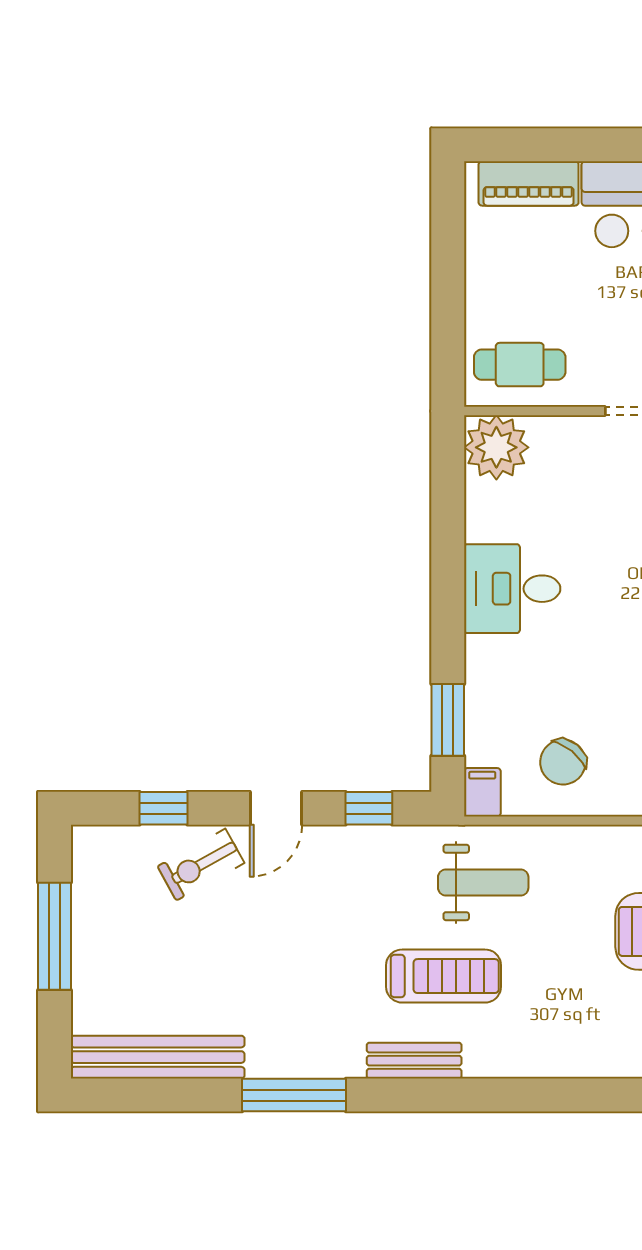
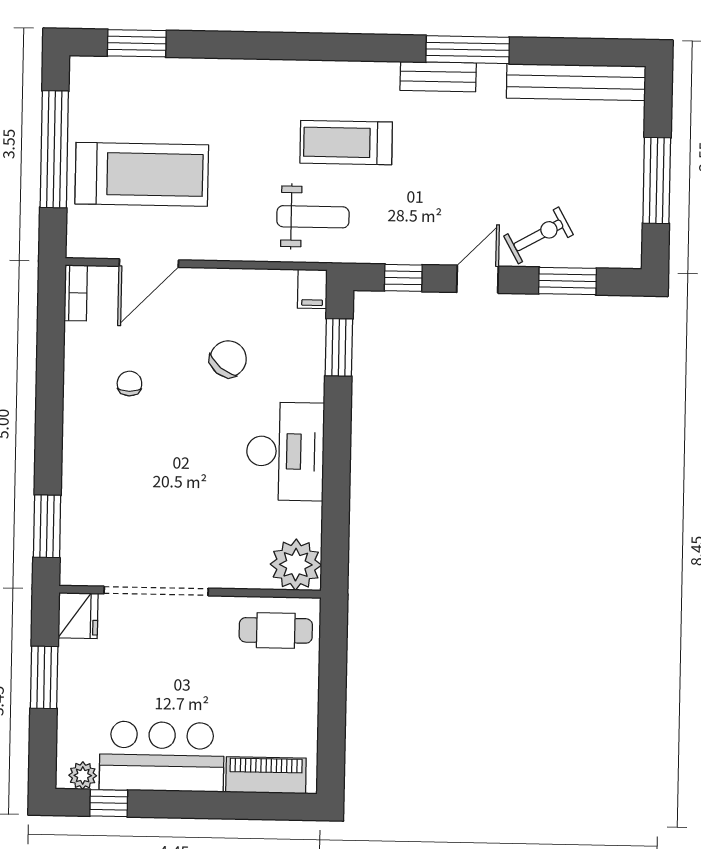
desk: (512, 589) -> (285, 451), width x1.37
chair: (563, 762) -> (228, 359), moved
window: (164, 808) -> (567, 281), width x1.50
weight bench: (483, 882) -> (313, 217), turned 180
bench: (414, 1061) -> (438, 77), moved

